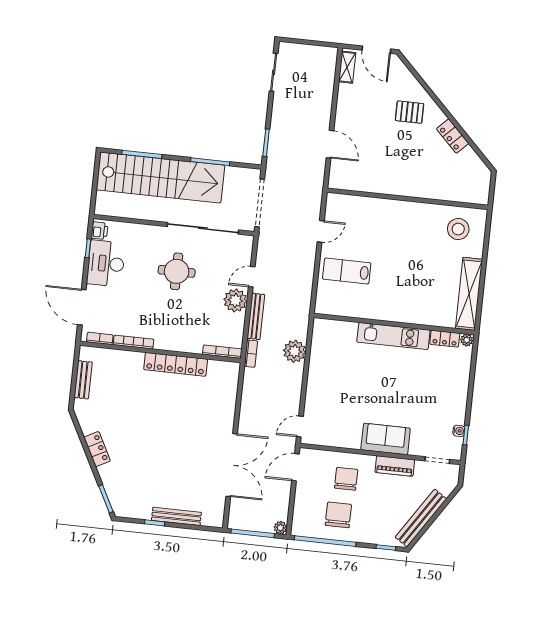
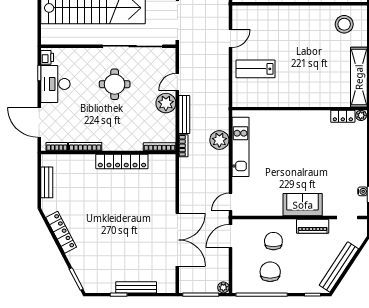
kitchen unit: (393, 336) -> (240, 147), moved, turned -90
locker: (97, 449) -> (61, 232), width x1.53

